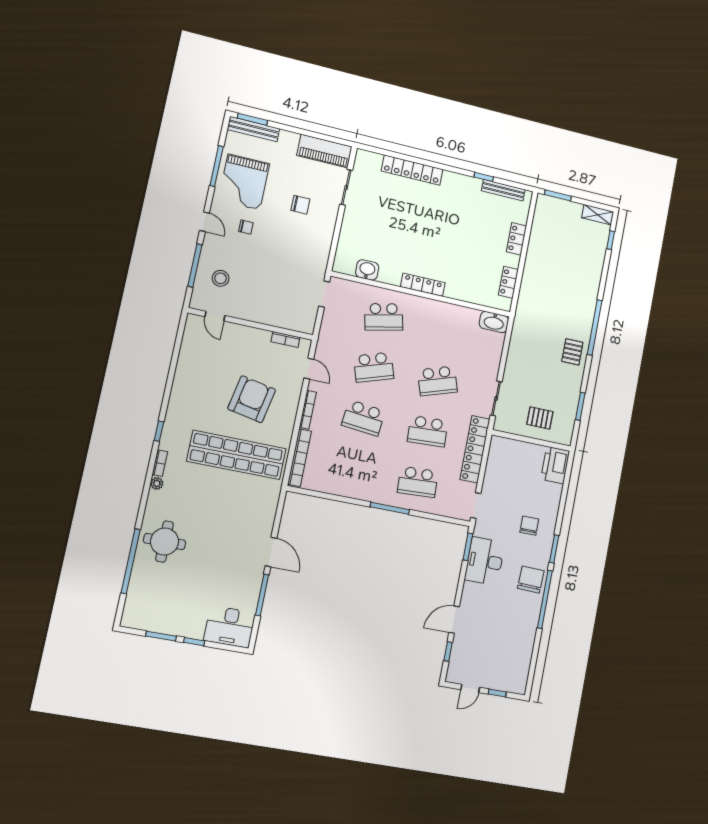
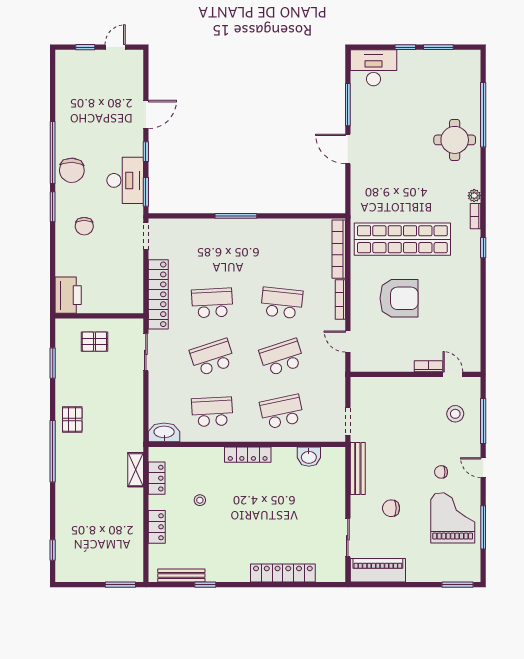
bench: (253, 129) -> (358, 468), moved, turned 90
shelving: (598, 215) -> (136, 470), moved, turned 90
stool: (474, 254) -> (200, 500), added
bookcase: (285, 339) -> (429, 366), moved
armchair: (252, 399) -> (399, 298), turned -101
school desk: (418, 482) -> (212, 412), moved
window: (448, 651) -> (146, 152), moved

